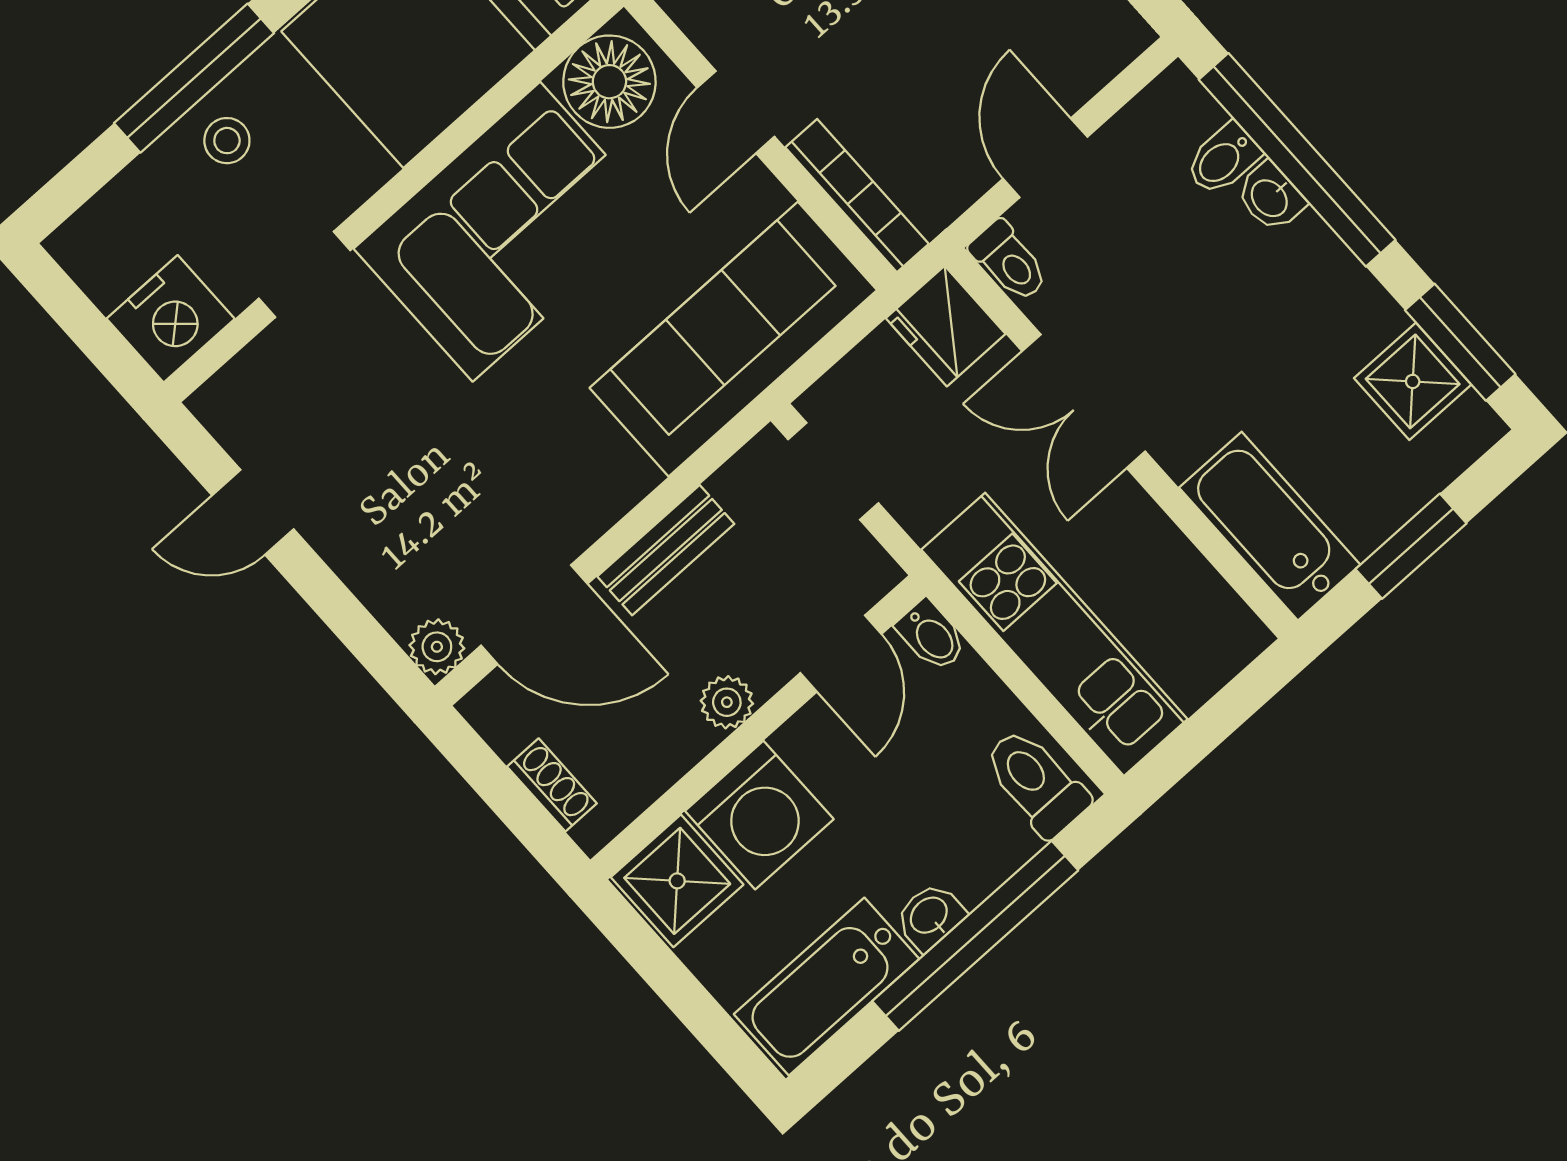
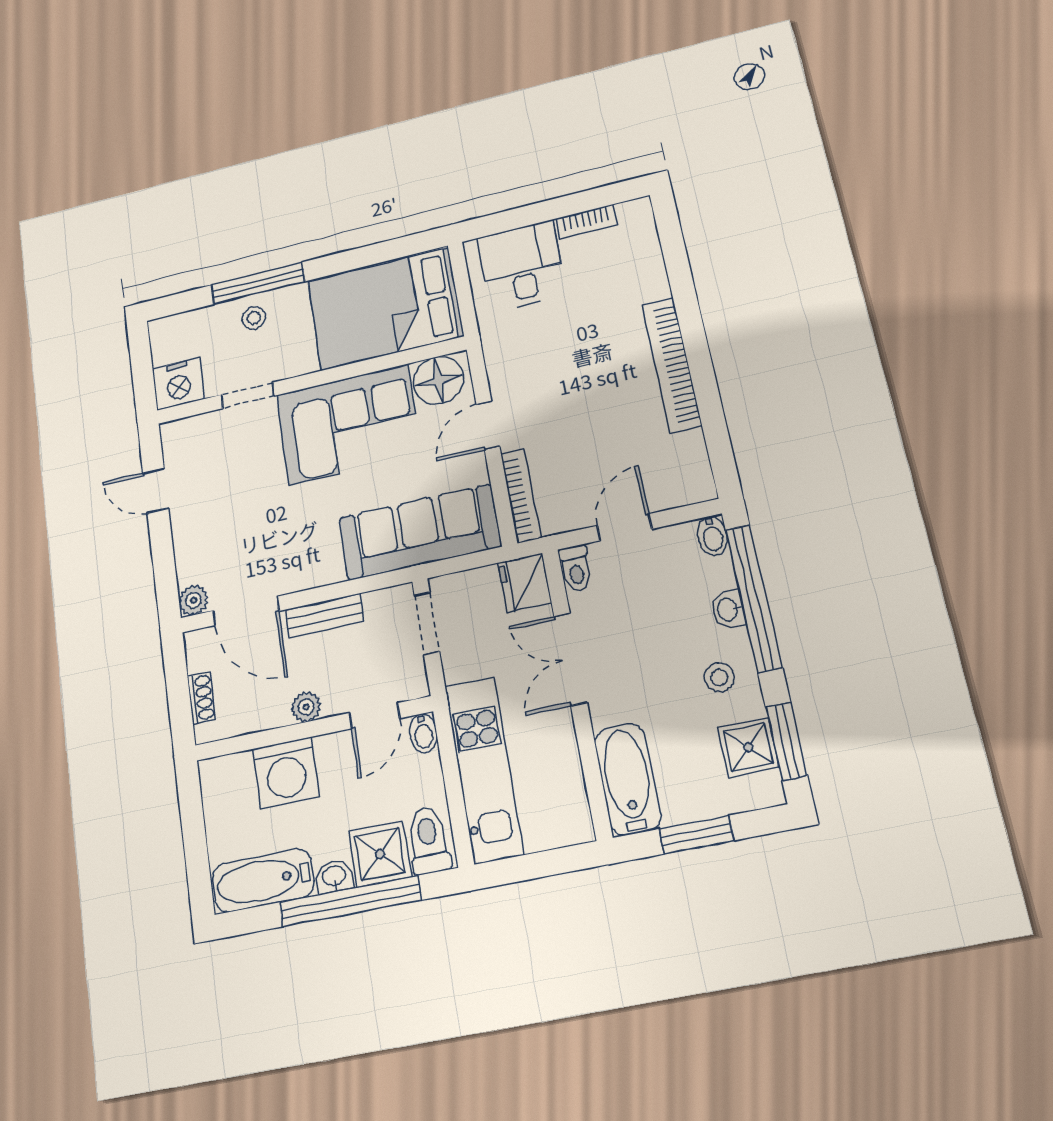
bidet: (1223, 159) -> (712, 536), moved, turned -90
stool: (1315, 304) -> (719, 677), added
shower: (677, 881) -> (380, 854), moved

